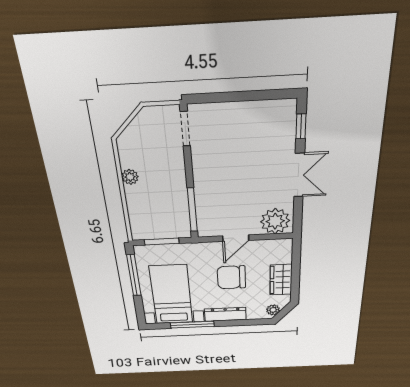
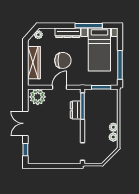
plant: (128, 159) -> (113, 137), added
dresser: (204, 203) -> (76, 110), added
wardrobe: (281, 280) -> (34, 63), width x1.50

